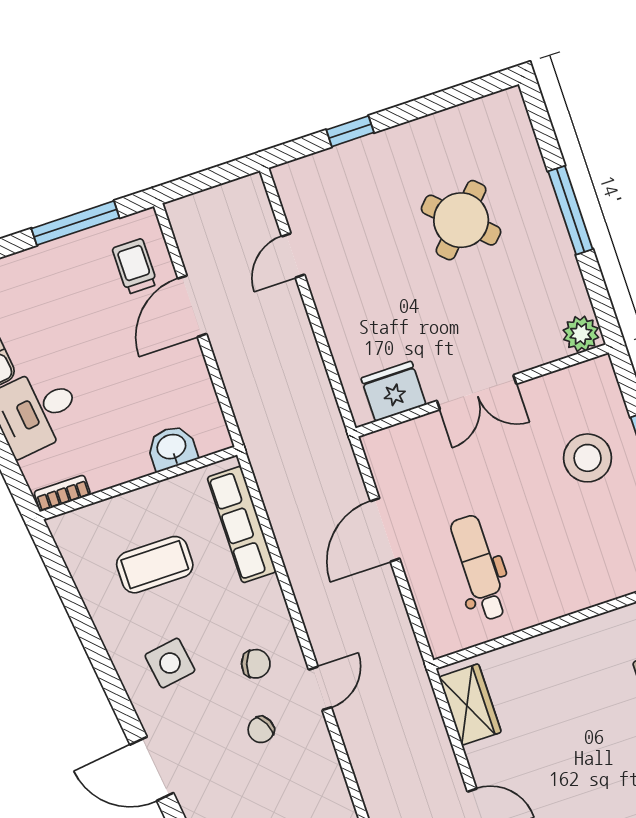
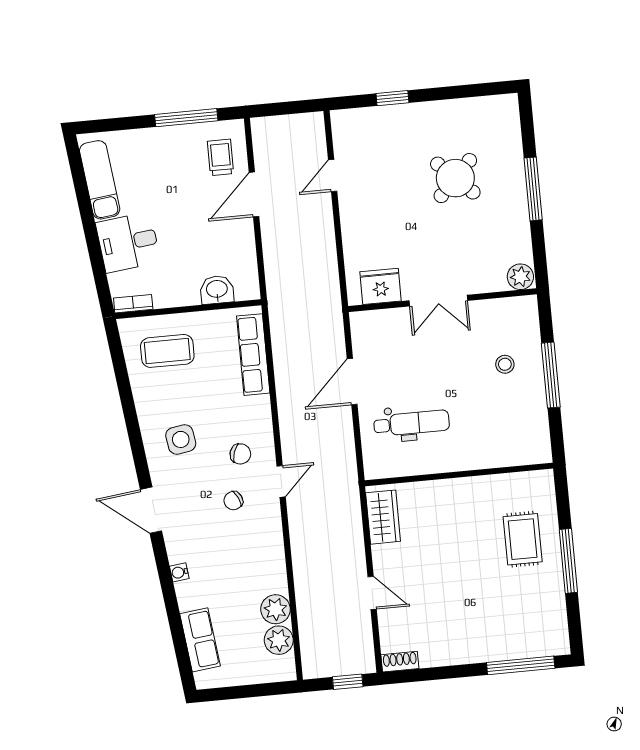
stool: (588, 458) -> (505, 364), width x0.53, depth x0.53
coffee table: (155, 565) -> (167, 351), moved
dental chair: (479, 568) -> (412, 423), turned 90

